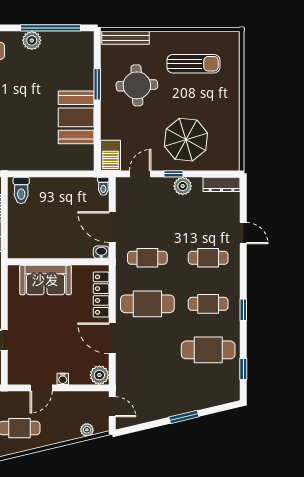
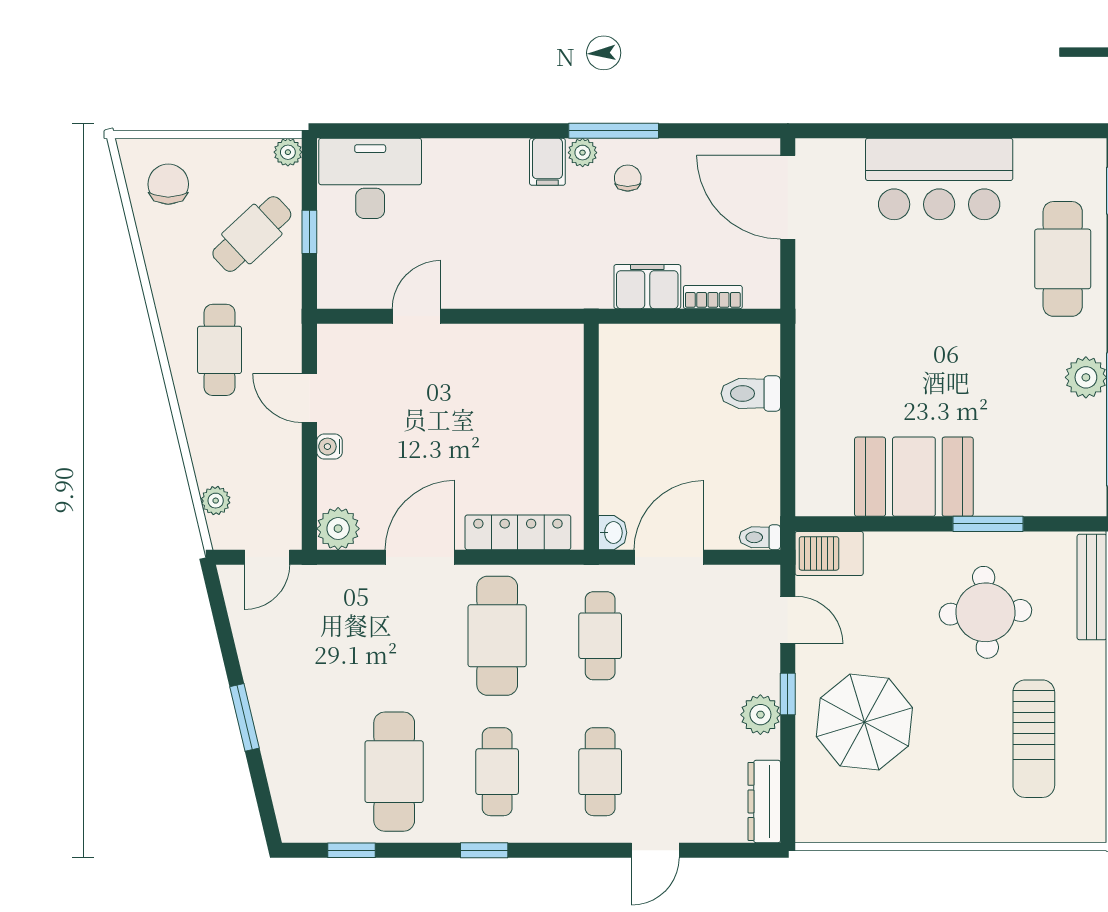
toilet: (21, 190) -> (751, 393), moved
sofa: (45, 280) -> (551, 408), removed

